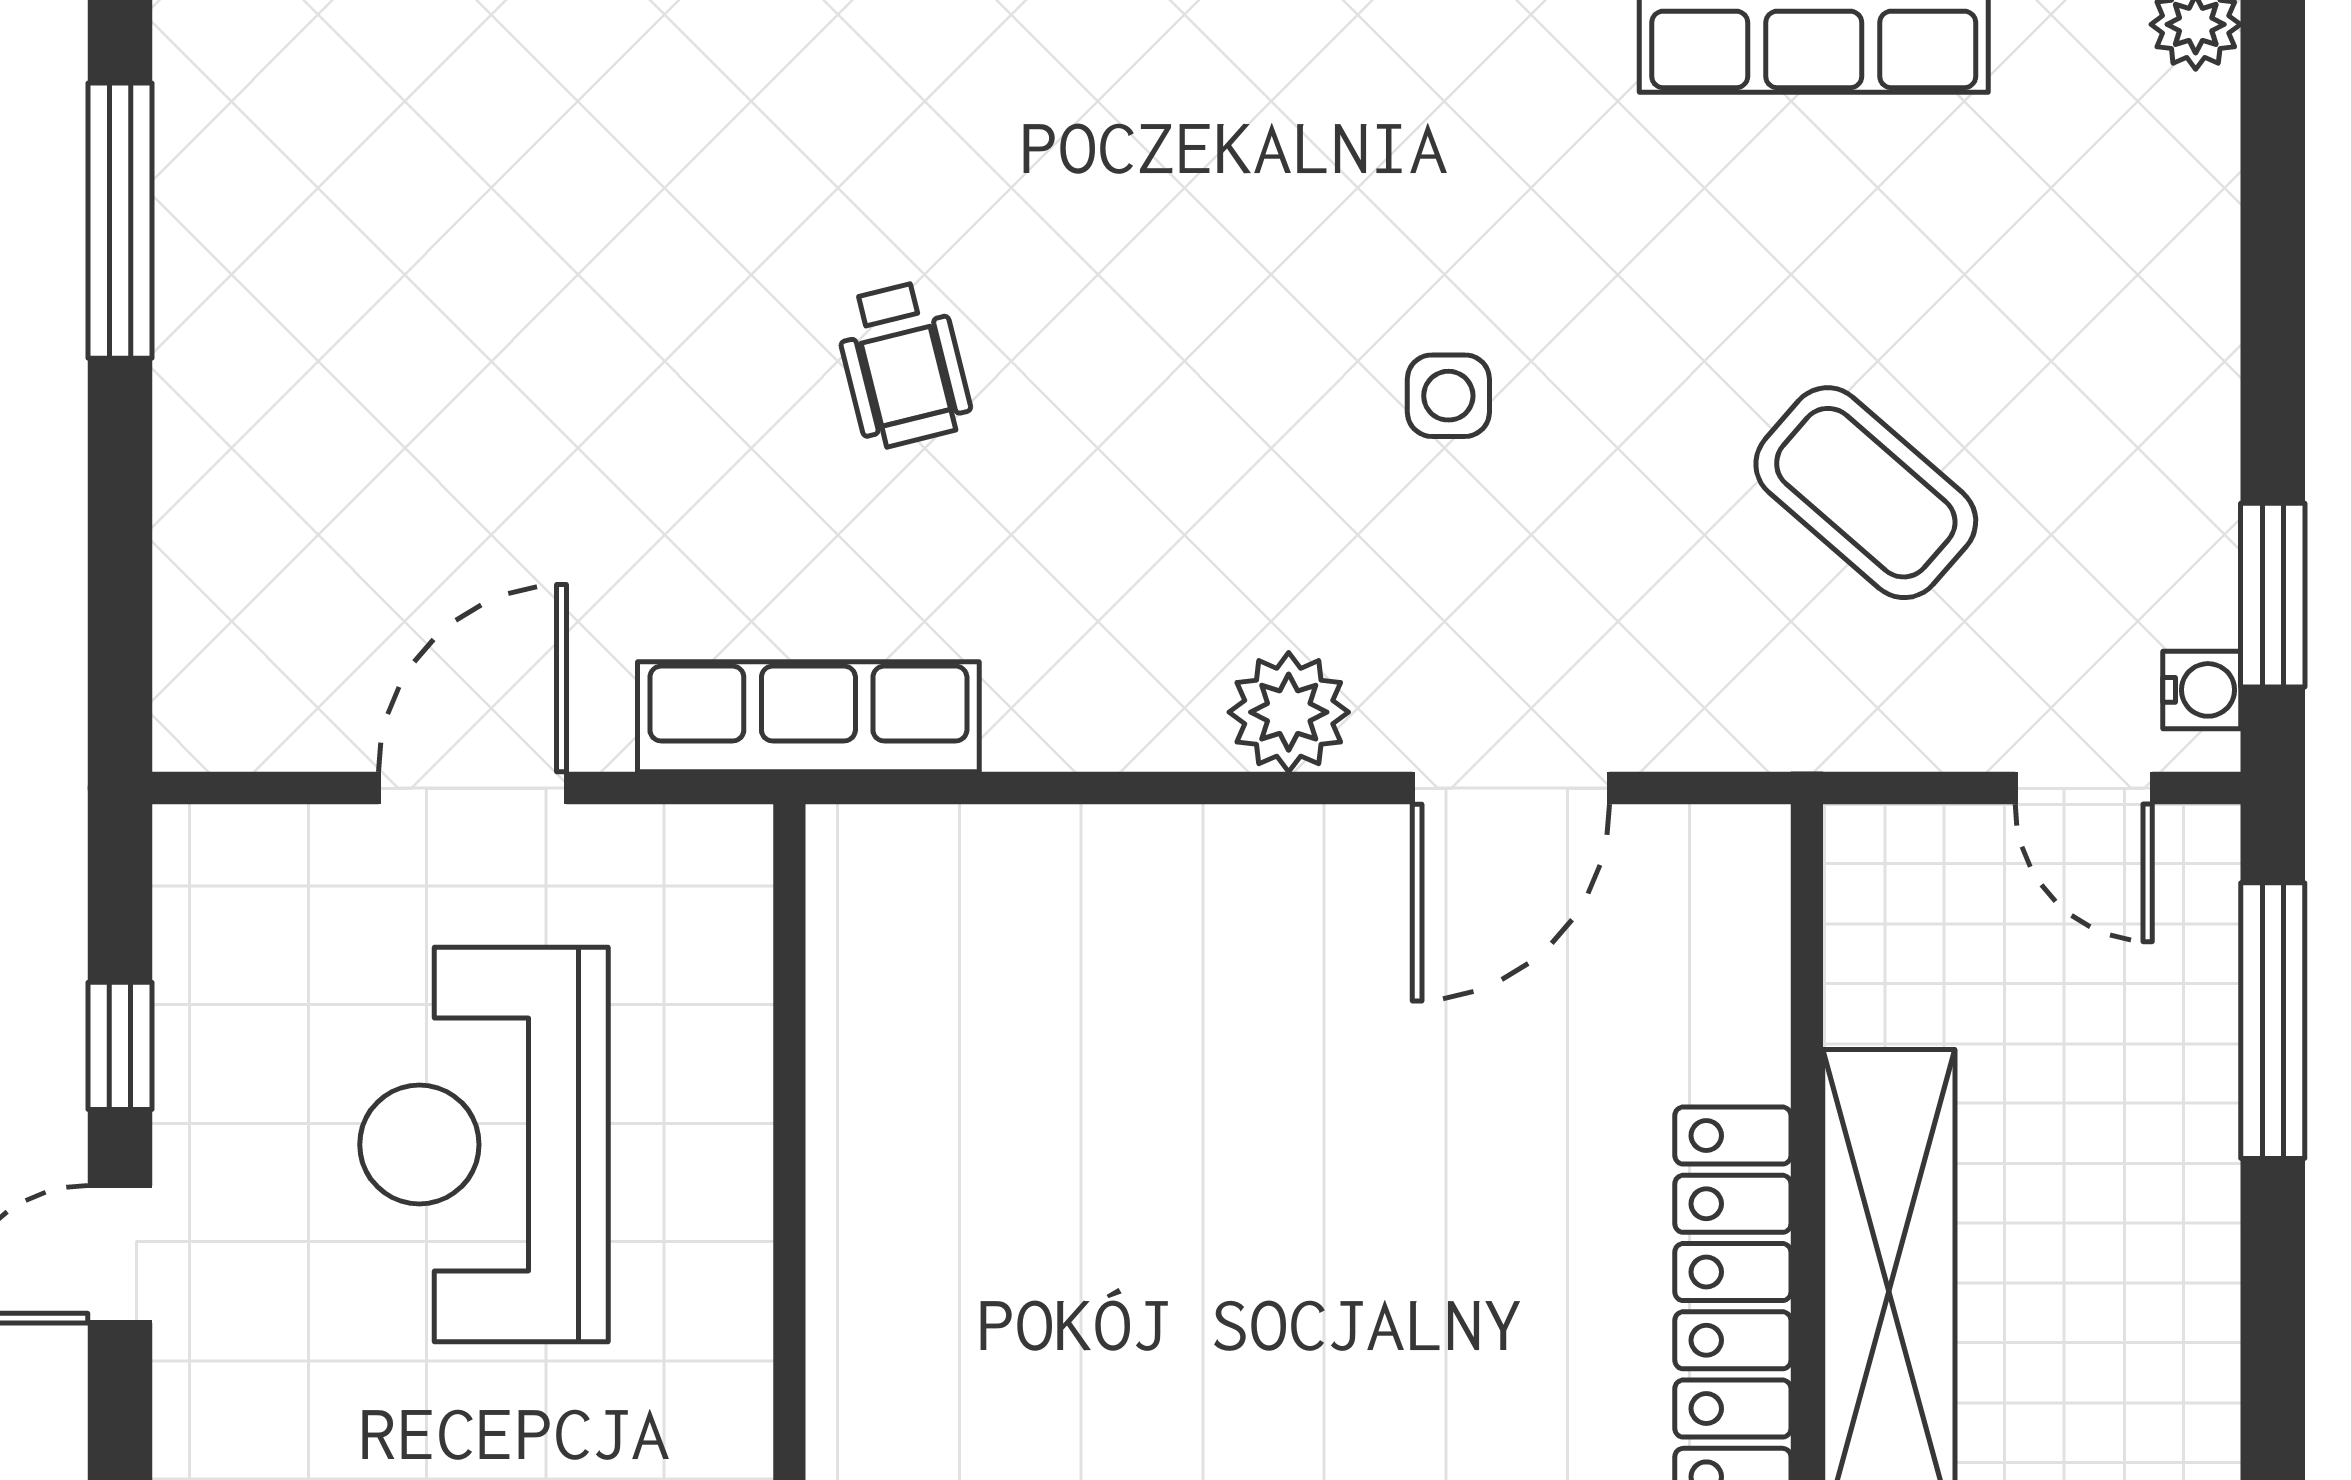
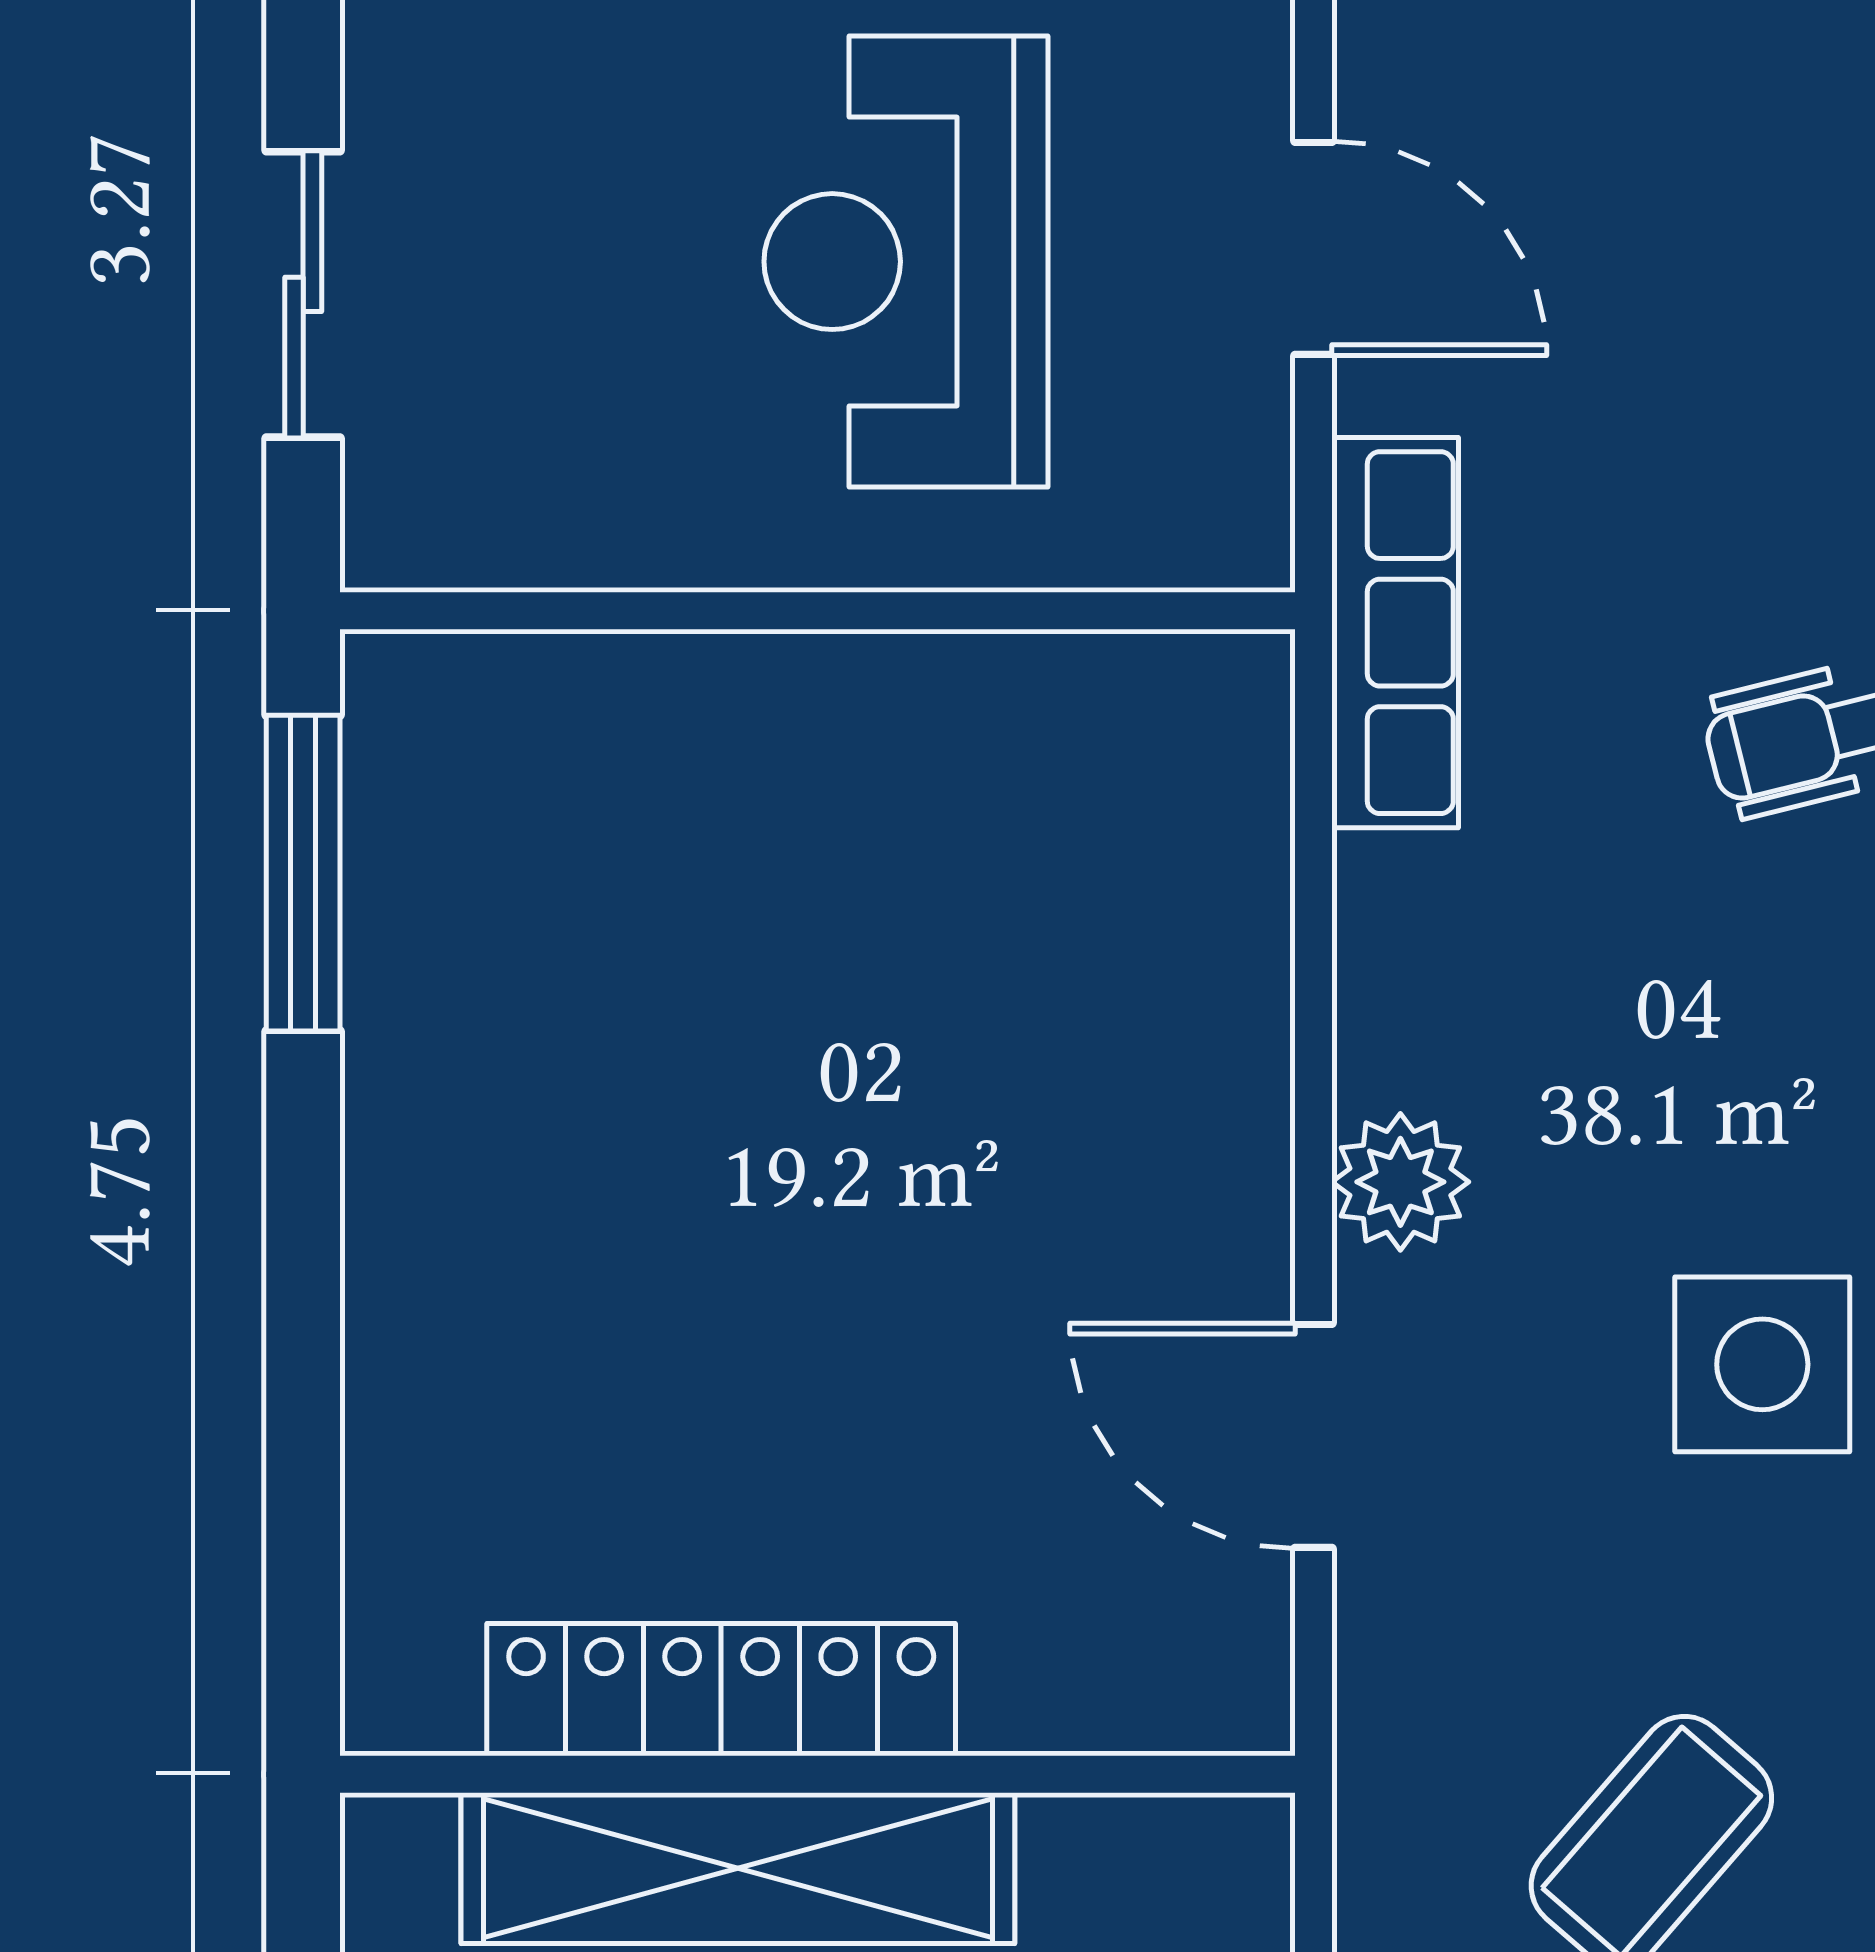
side table: (1448, 396) -> (1762, 1364), width x1.87, depth x1.87
reception desk: (484, 1145) -> (906, 262), turned -90

